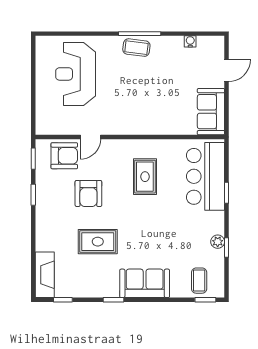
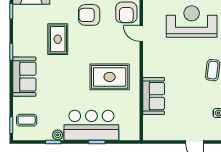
sofa: (211, 112) -> (154, 96), moved, turned 90
bar counter: (206, 176) -> (91, 125), moved
rug: (145, 177) -> (110, 77), width x1.36, depth x1.43
armchair: (88, 193) -> (89, 15), moved

